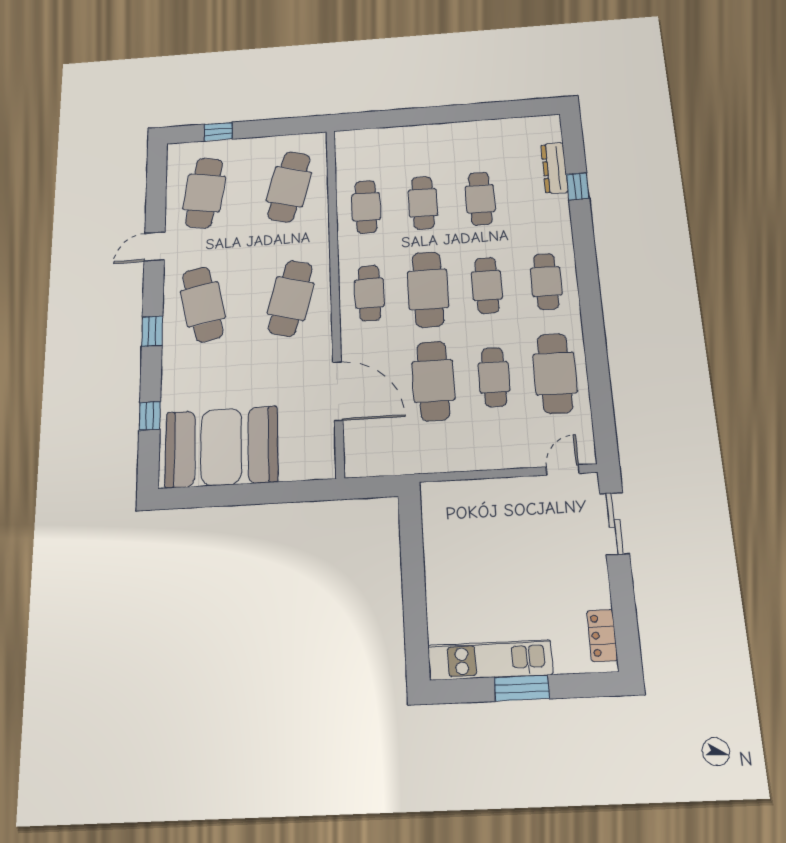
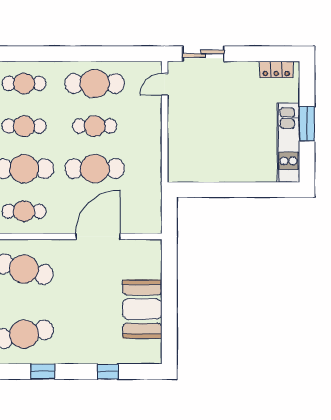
booth: (221, 447) -> (142, 309), width x0.73, depth x0.70
door: (563, 470) -> (165, 84), hinge flipped

